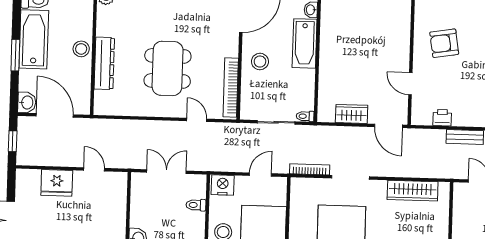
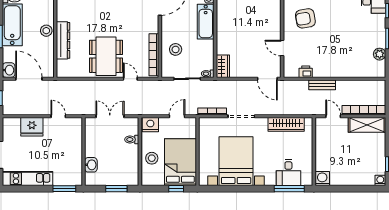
stool: (260, 62) -> (176, 49), moved
dining table: (168, 68) -> (106, 56), moved
wardrobe: (352, 114) -> (223, 66), moved, turned 90

